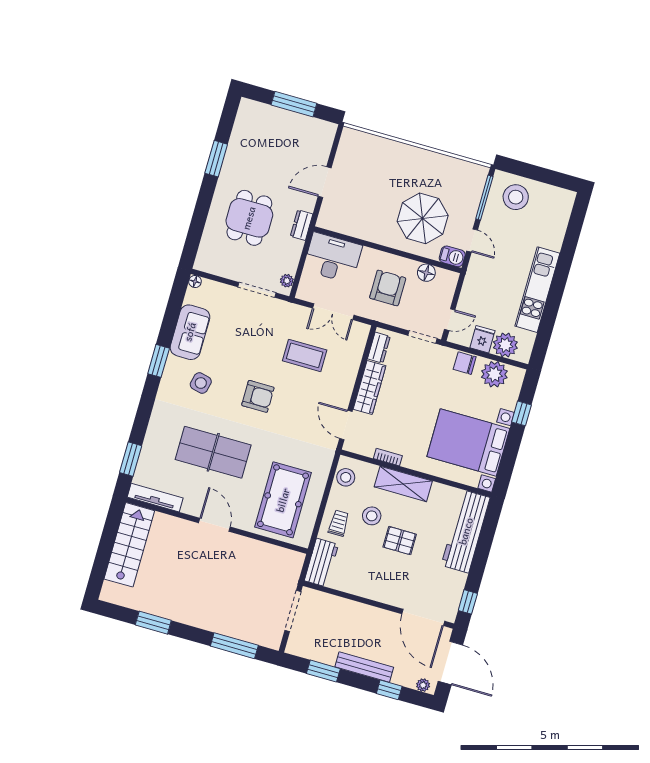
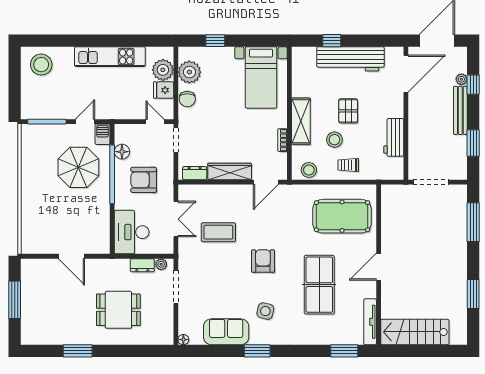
stool: (516, 197) -> (41, 65), moved
dresser: (302, 225) -> (142, 265), moved
window: (404, 254) -> (112, 174), added
coffee table: (305, 355) -> (218, 232), turned 90
bed with nightstands: (468, 442) -> (261, 77), width x0.73
workbench: (466, 531) -> (350, 59), moved
workbench: (321, 563) -> (394, 137), moved, turned -90
window: (468, 602) -> (332, 41), moved
plant: (423, 685) -> (461, 79), moved

